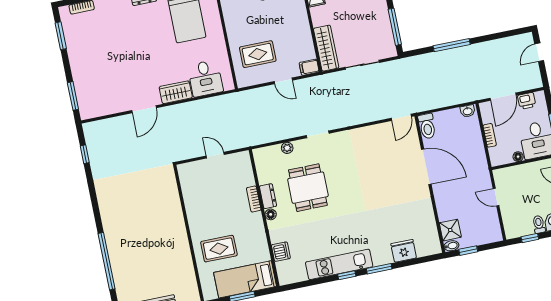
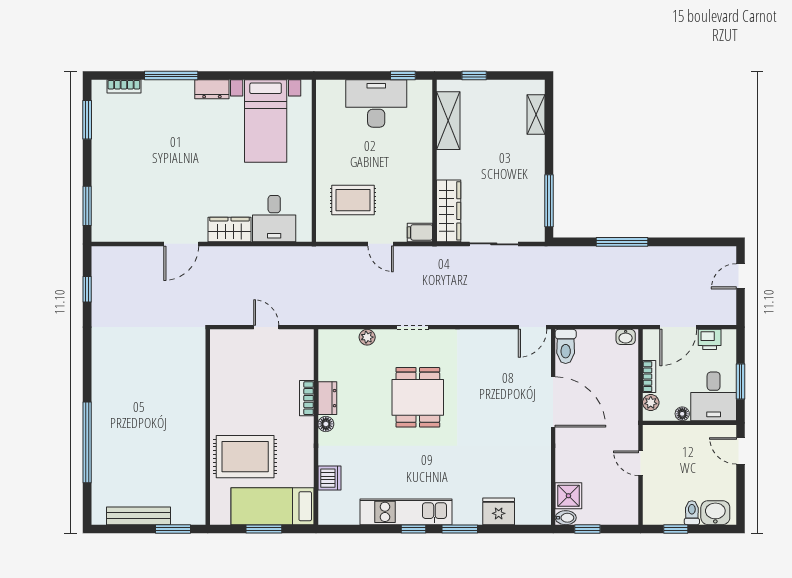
plant: (494, 153) -> (651, 403), added
dining table: (308, 188) -> (418, 397), moved
rug: (219, 249) -> (245, 457), width x1.36, depth x1.43

